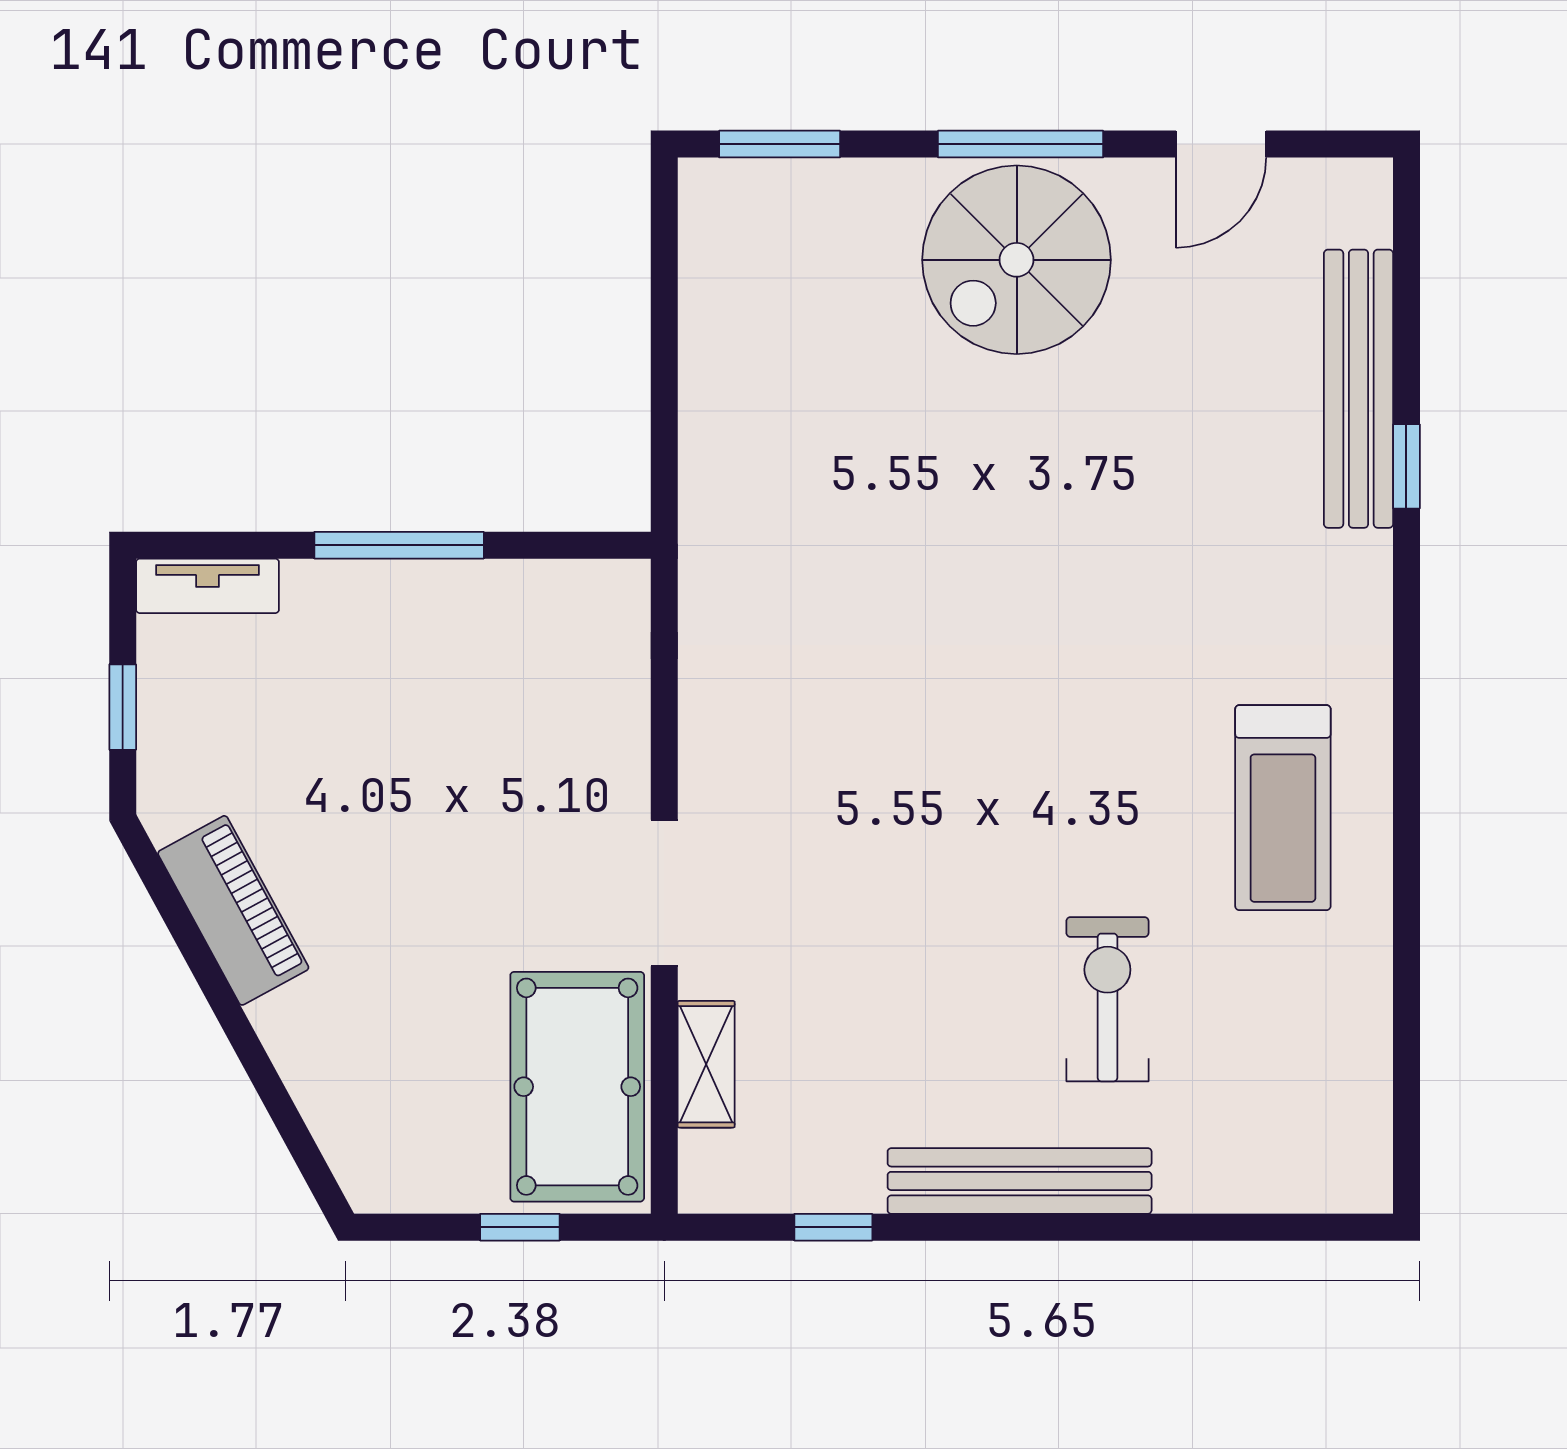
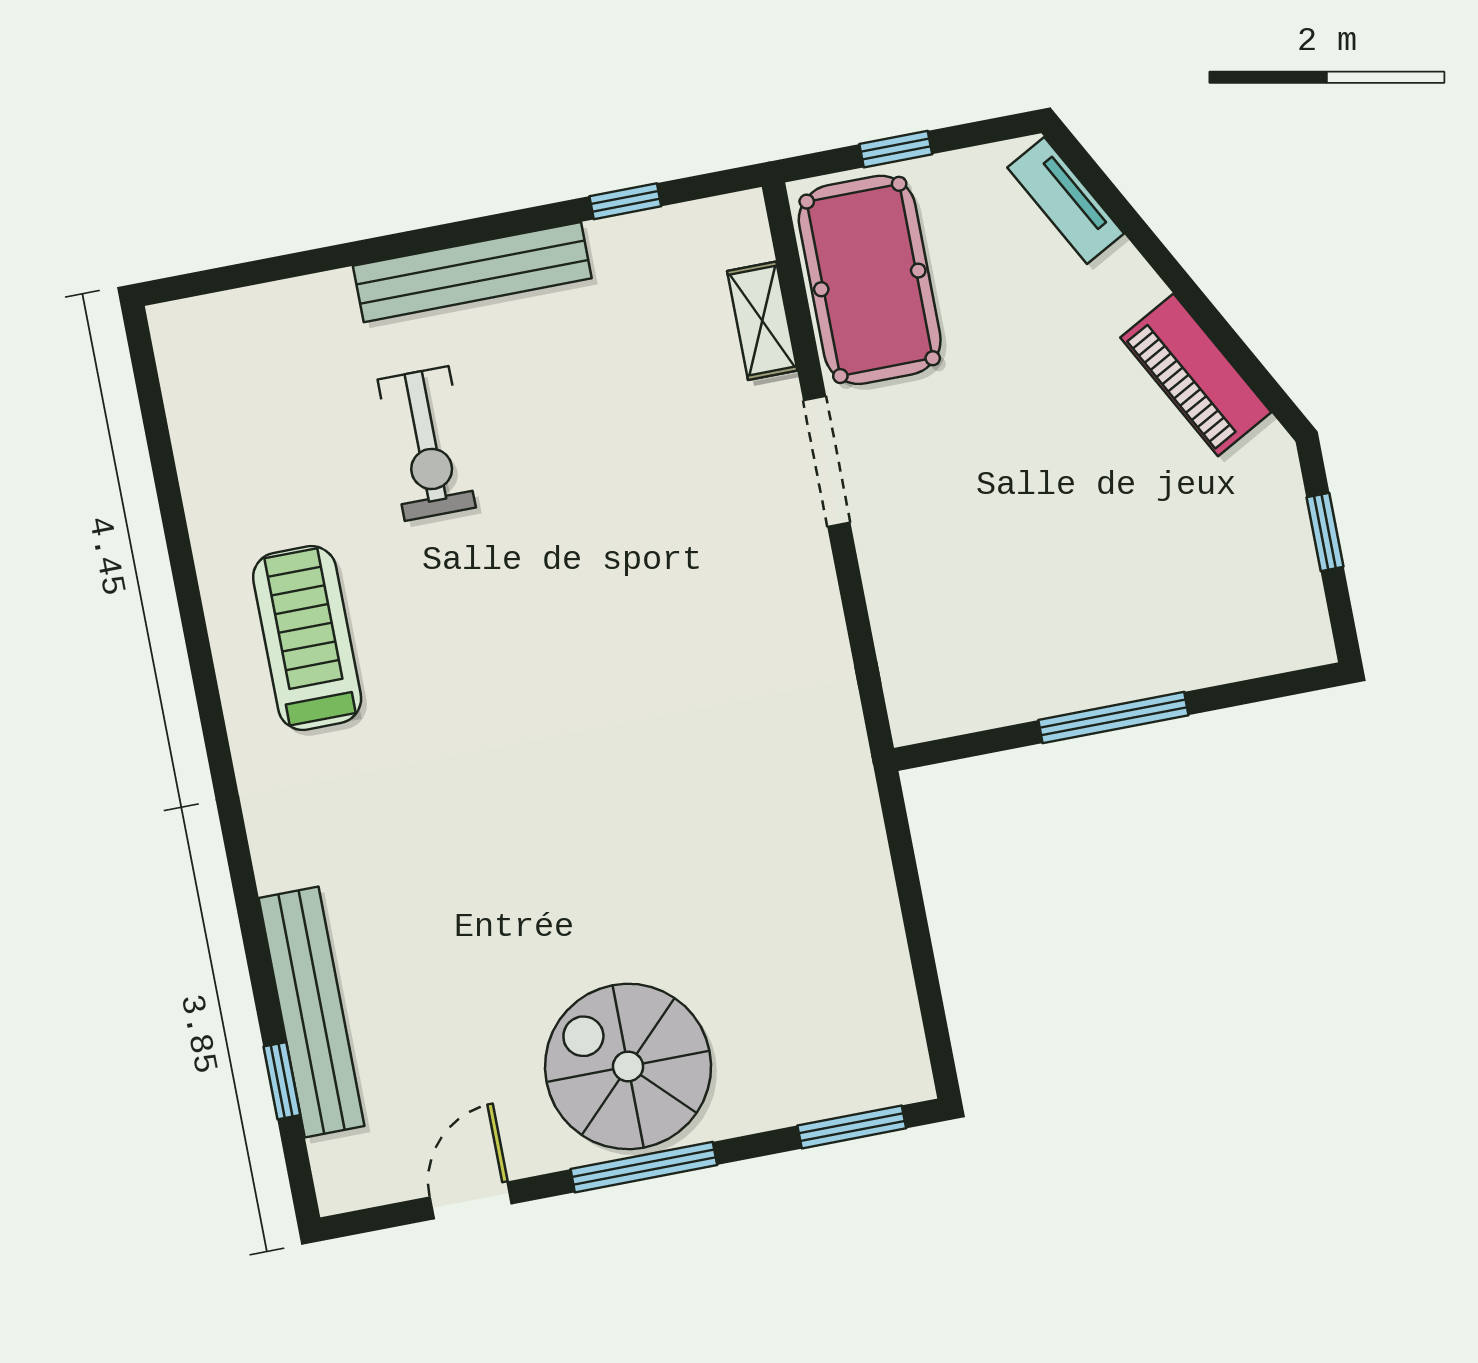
spiral stairs: (1017, 260) -> (628, 1066), turned -90
window: (1406, 466) -> (282, 1081), moved
tv unit: (208, 586) -> (1066, 201), moved, turned -119

